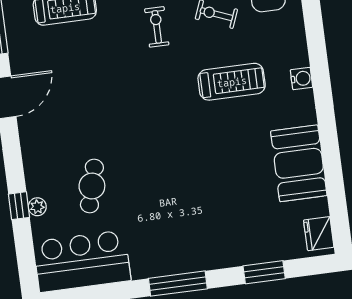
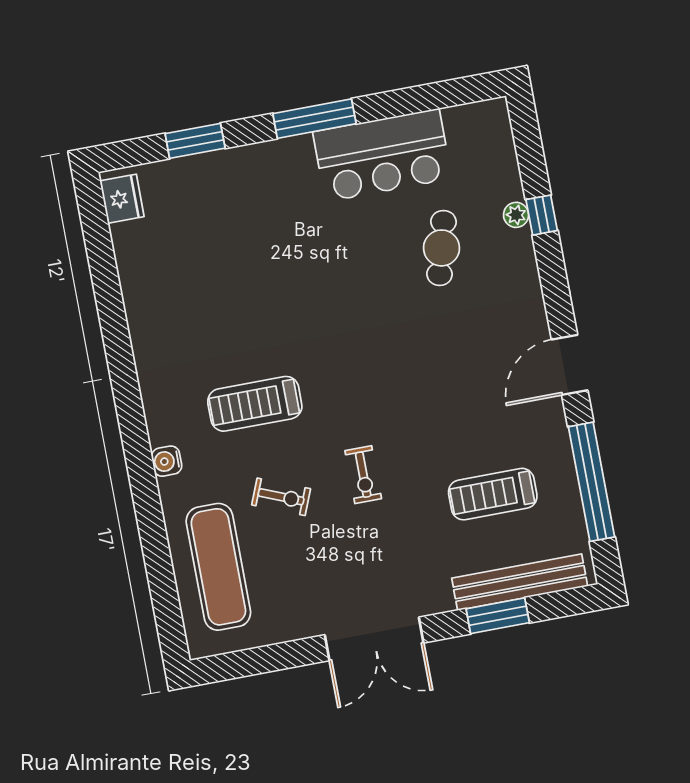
water cooler: (301, 79) -> (167, 461), moved
booth: (299, 163) -> (155, 295), removed
bar counter: (82, 261) -> (382, 155), moved

